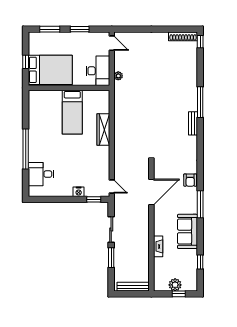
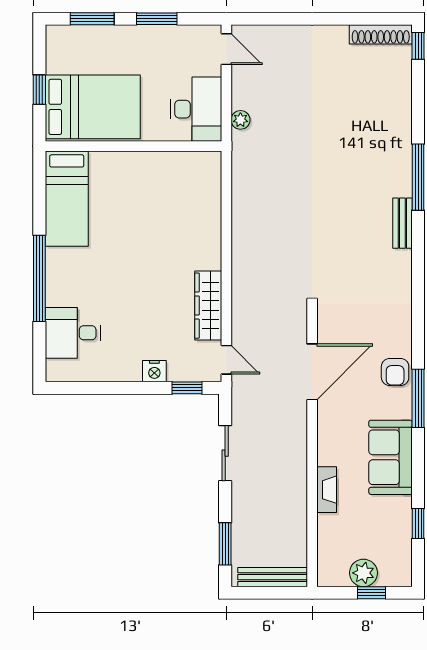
bed: (72, 112) -> (67, 199), moved
wardrobe: (103, 129) -> (208, 306), moved
armchair: (190, 180) -> (395, 372), moved
window: (111, 258) -> (225, 544), moved

